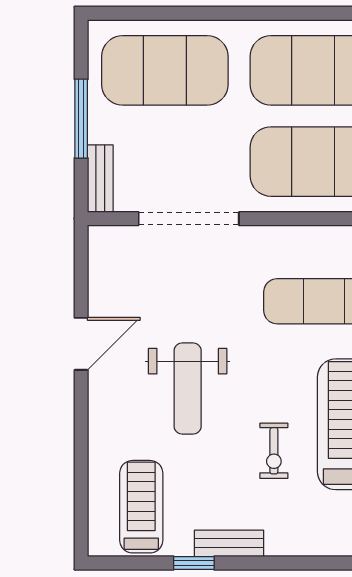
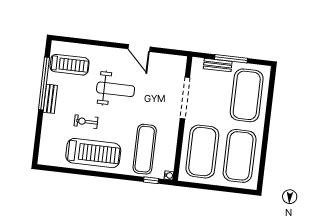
bench: (100, 179) -> (218, 65), moved
weight bench: (188, 389) -> (116, 89), turned 180
window: (194, 563) -> (44, 83), width x3.17

